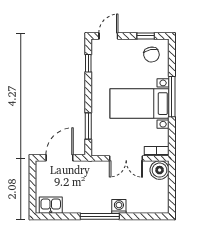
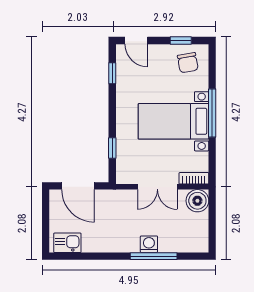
door: (108, 36) -> (136, 41), swing flipped
window: (88, 126) -> (112, 148), width x0.67
door: (60, 158) -> (78, 186), swing flipped
window: (100, 216) -> (154, 256), moved

